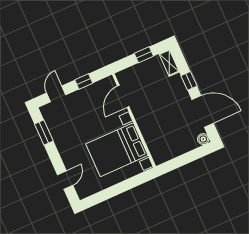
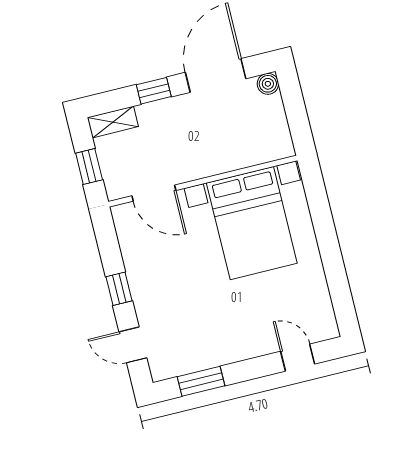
door: (123, 96) -> (154, 193), moved
wall: (134, 120) -> (203, 181), moved
bed with nightstands: (117, 150) -> (252, 223), moved

